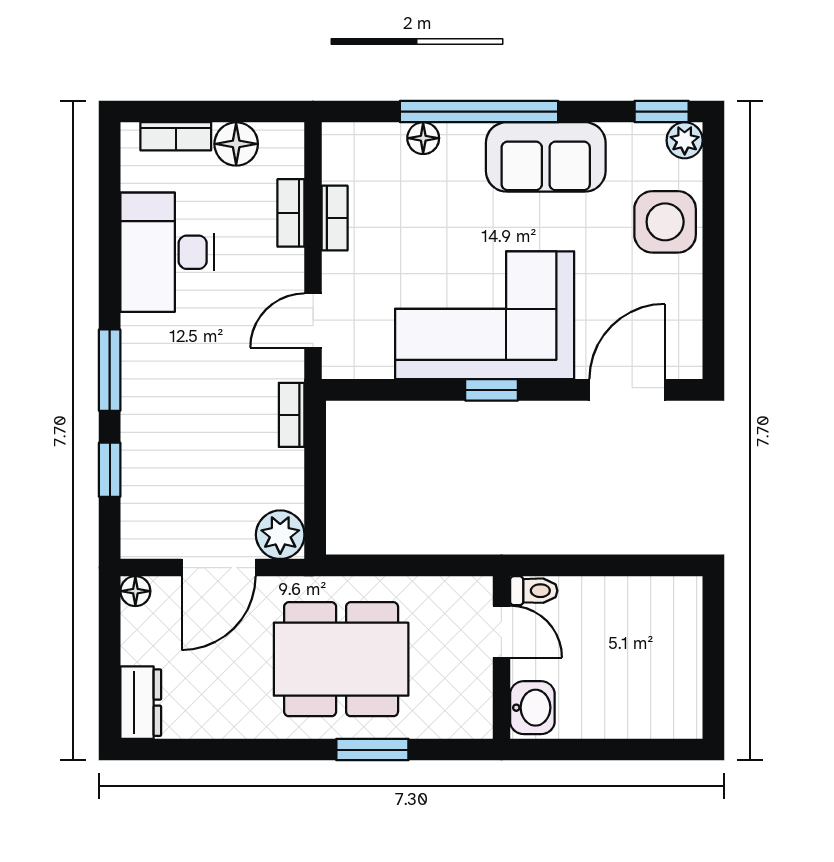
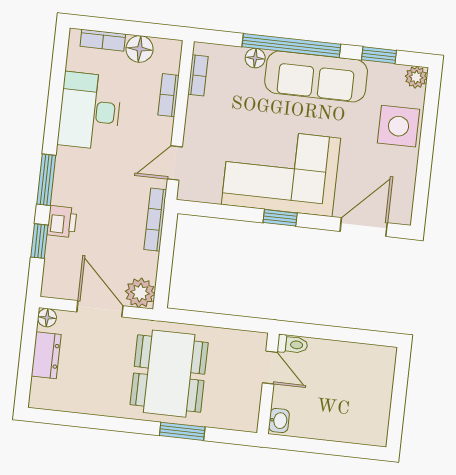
window: (662, 112) -> (379, 55), moved
sofa: (546, 157) -> (316, 77), width x1.36
bookcase: (335, 218) -> (198, 75), moved
bookcase: (292, 415) -> (155, 220), width x1.56
printer: (142, 434) -> (62, 222), added
door: (219, 568) -> (100, 309), swing flipped
dining table: (341, 659) -> (169, 374), turned 90
dresser: (141, 703) -> (46, 355), moved
washbasin: (532, 708) -> (279, 421), width x0.72, depth x0.69

